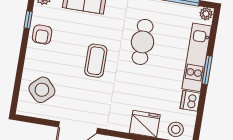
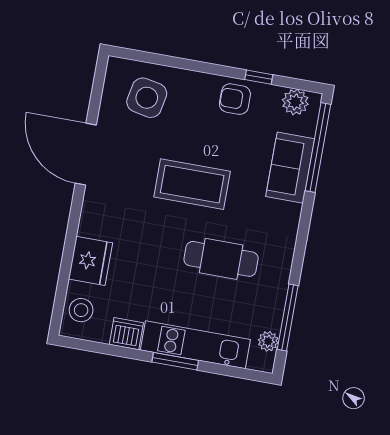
plant: (206, 14) -> (268, 341), moved
coffee table: (96, 61) -> (192, 184), width x1.36, depth x1.32
side table: (42, 90) -> (147, 98), turned -36

